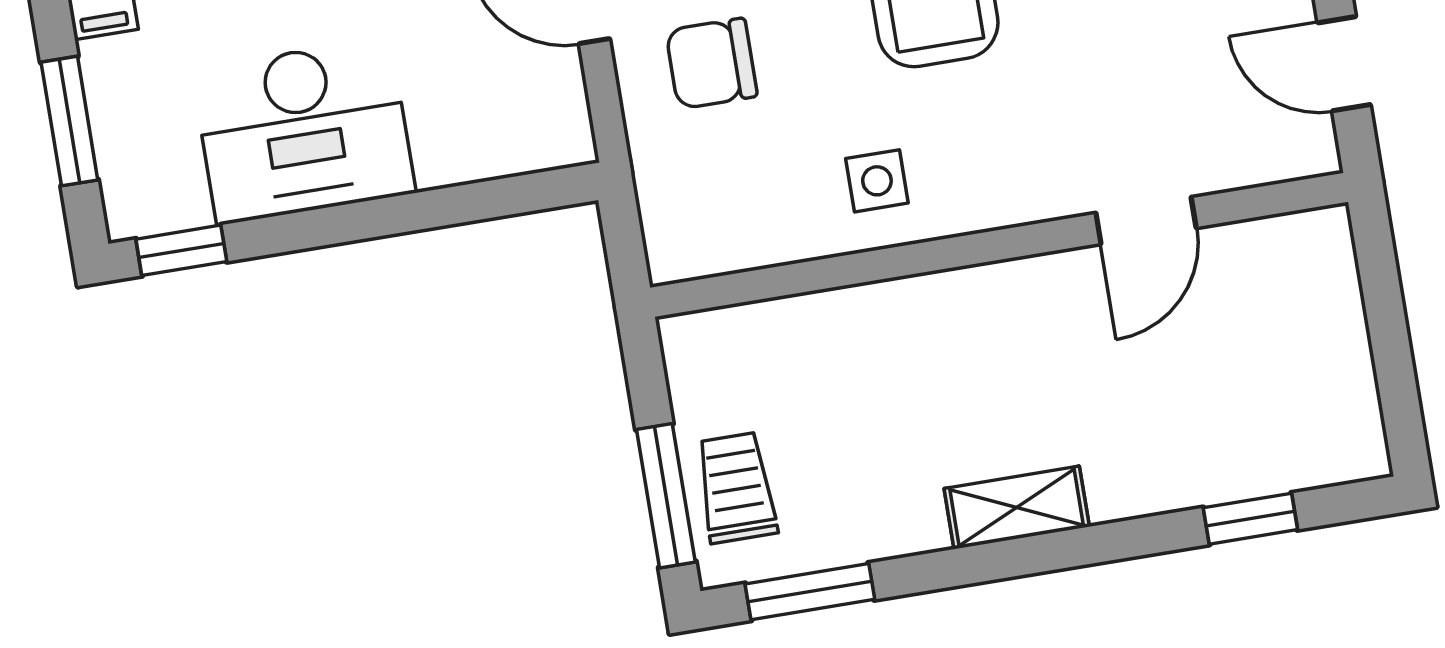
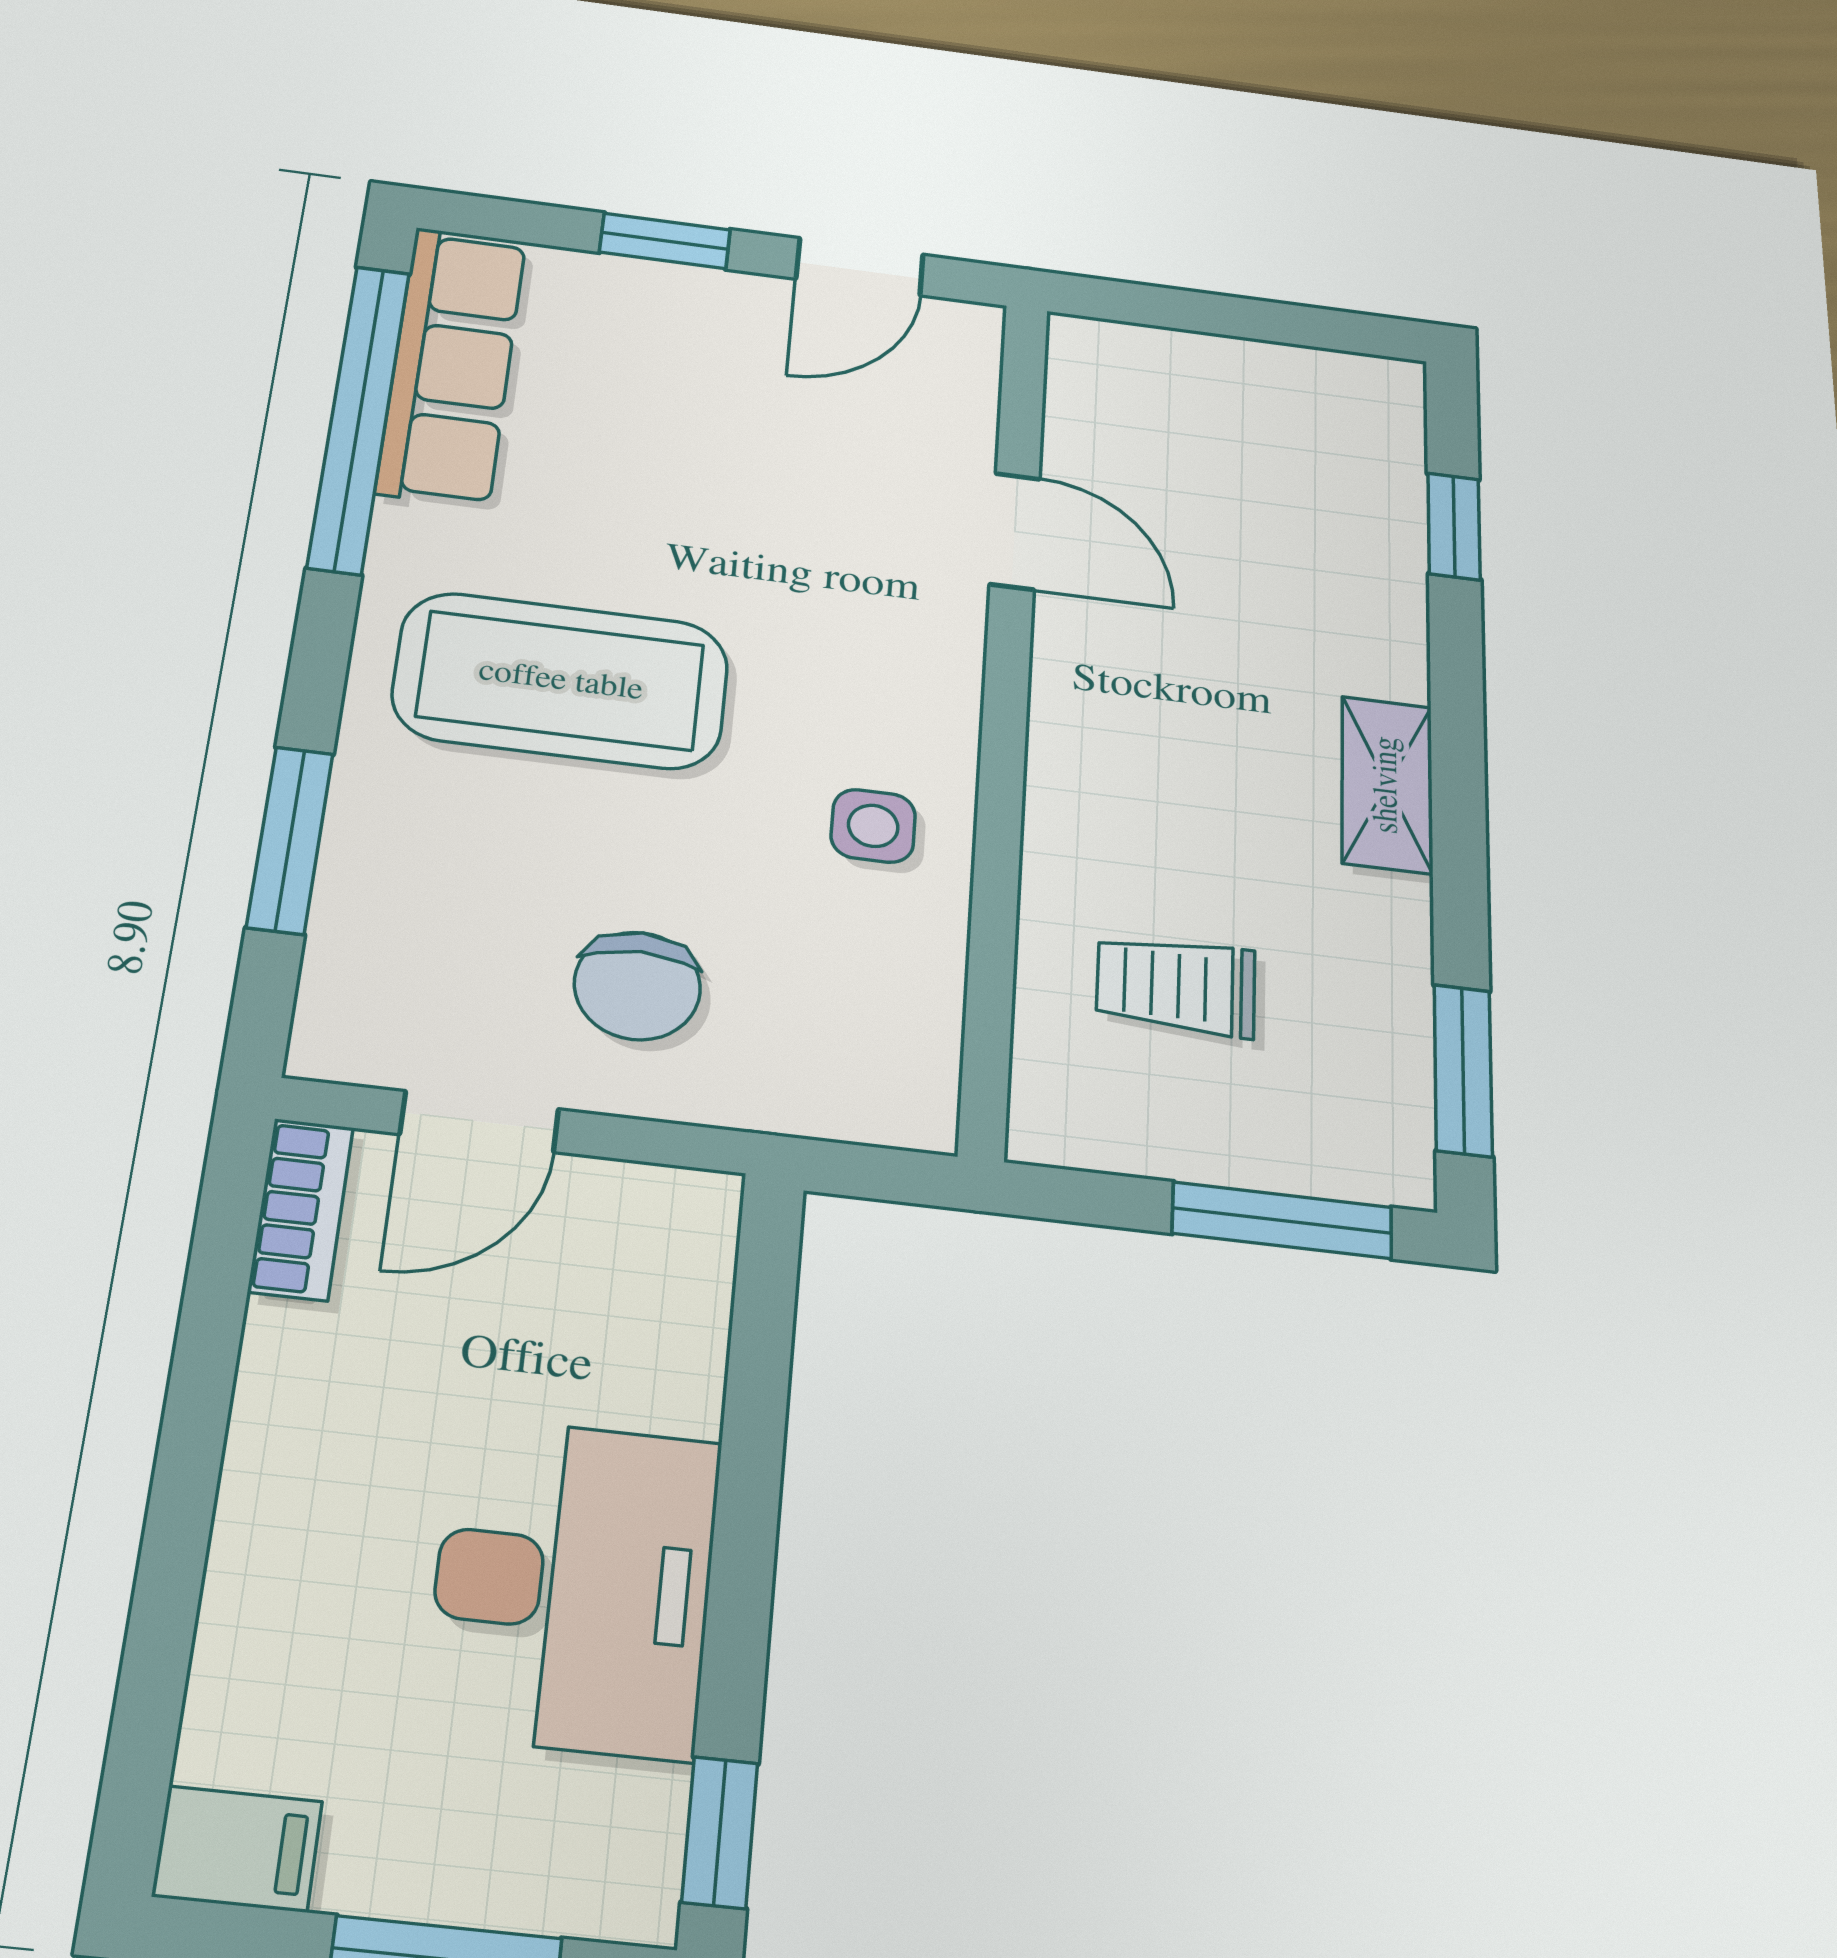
trolley: (736, 488) -> (1176, 986), moved

